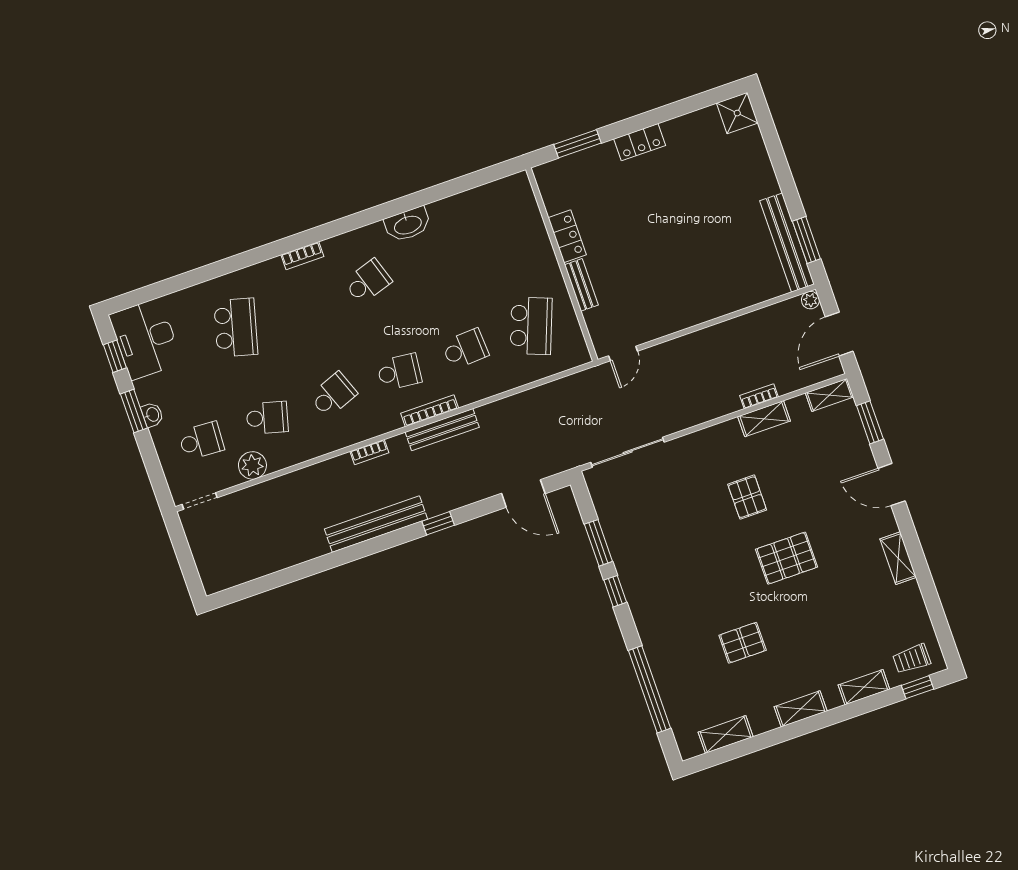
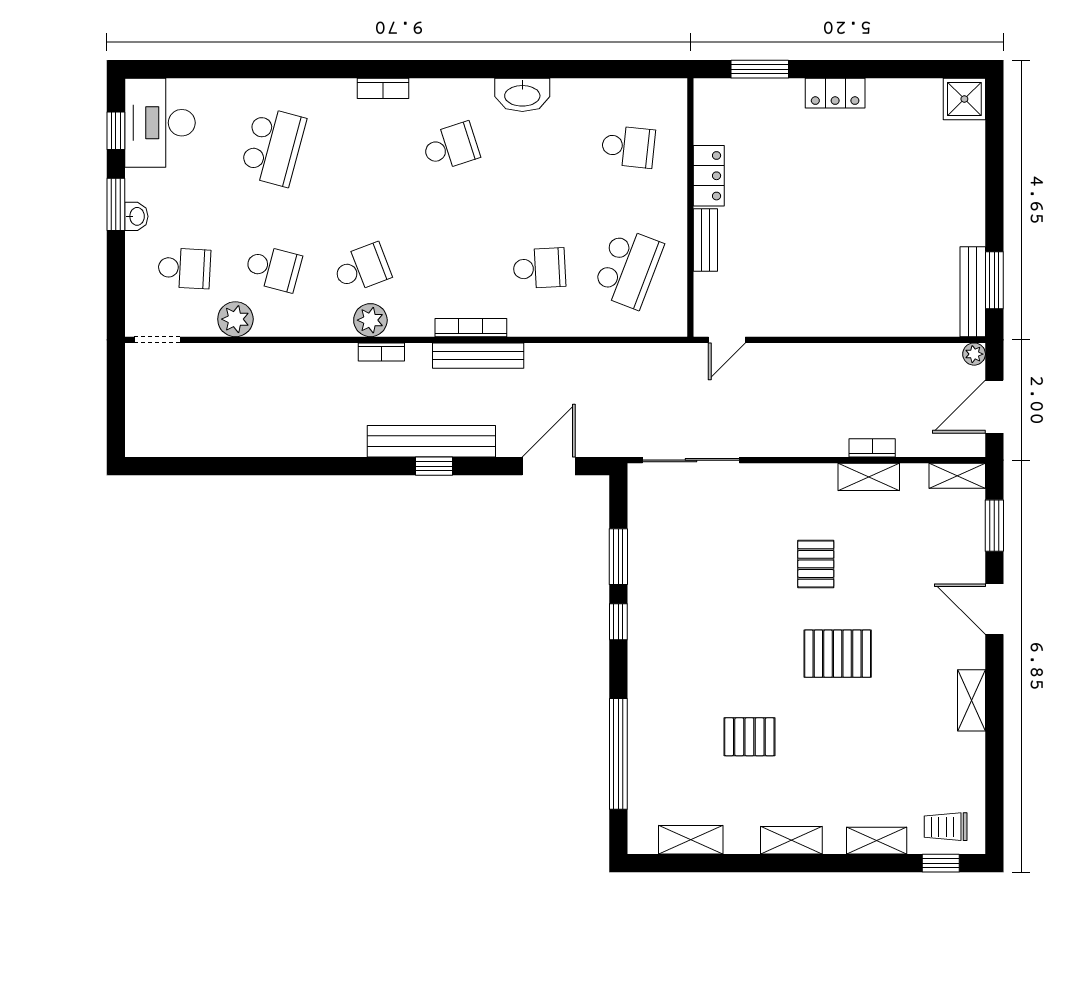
bench: (787, 243) -> (973, 292), width x0.73, depth x0.82
school desk: (399, 372) -> (628, 147), moved
plant: (353, 431) -> (370, 320), added
door: (523, 494) -> (549, 466), swing flipped
bench: (376, 524) -> (431, 441), moved

